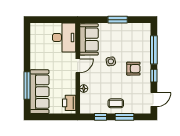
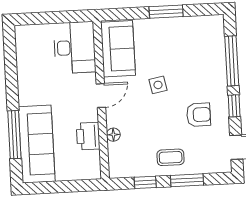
armchair: (133, 69) -> (199, 115), moved
printer: (69, 103) -> (88, 136), moved

